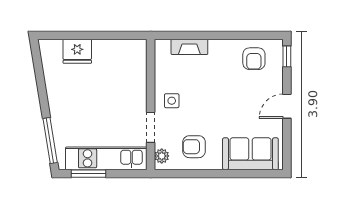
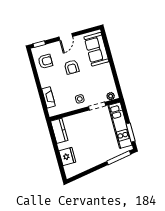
kitchen counter: (126, 50) -> (59, 131), added
door: (287, 106) -> (66, 37), hinge flipped
armchair: (194, 147) -> (72, 67), moved

